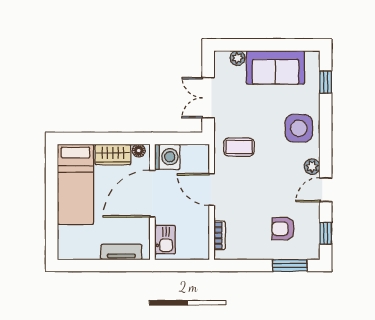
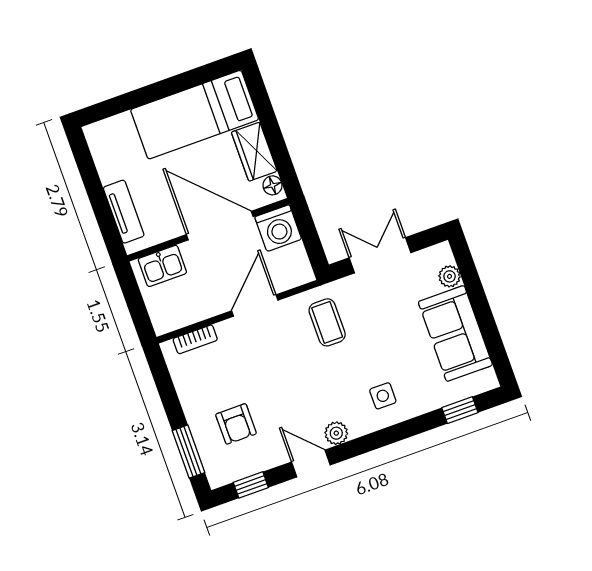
side table: (299, 128) -> (383, 396), width x0.54, depth x0.54
armchair: (283, 229) -> (236, 424), turned 180

